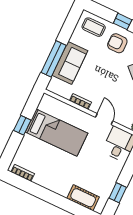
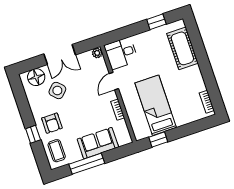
window: (54, 59) -> (87, 164), moved
window: (22, 125) -> (158, 139), moved
cot: (83, 198) -> (182, 48), width x1.37, depth x1.34

